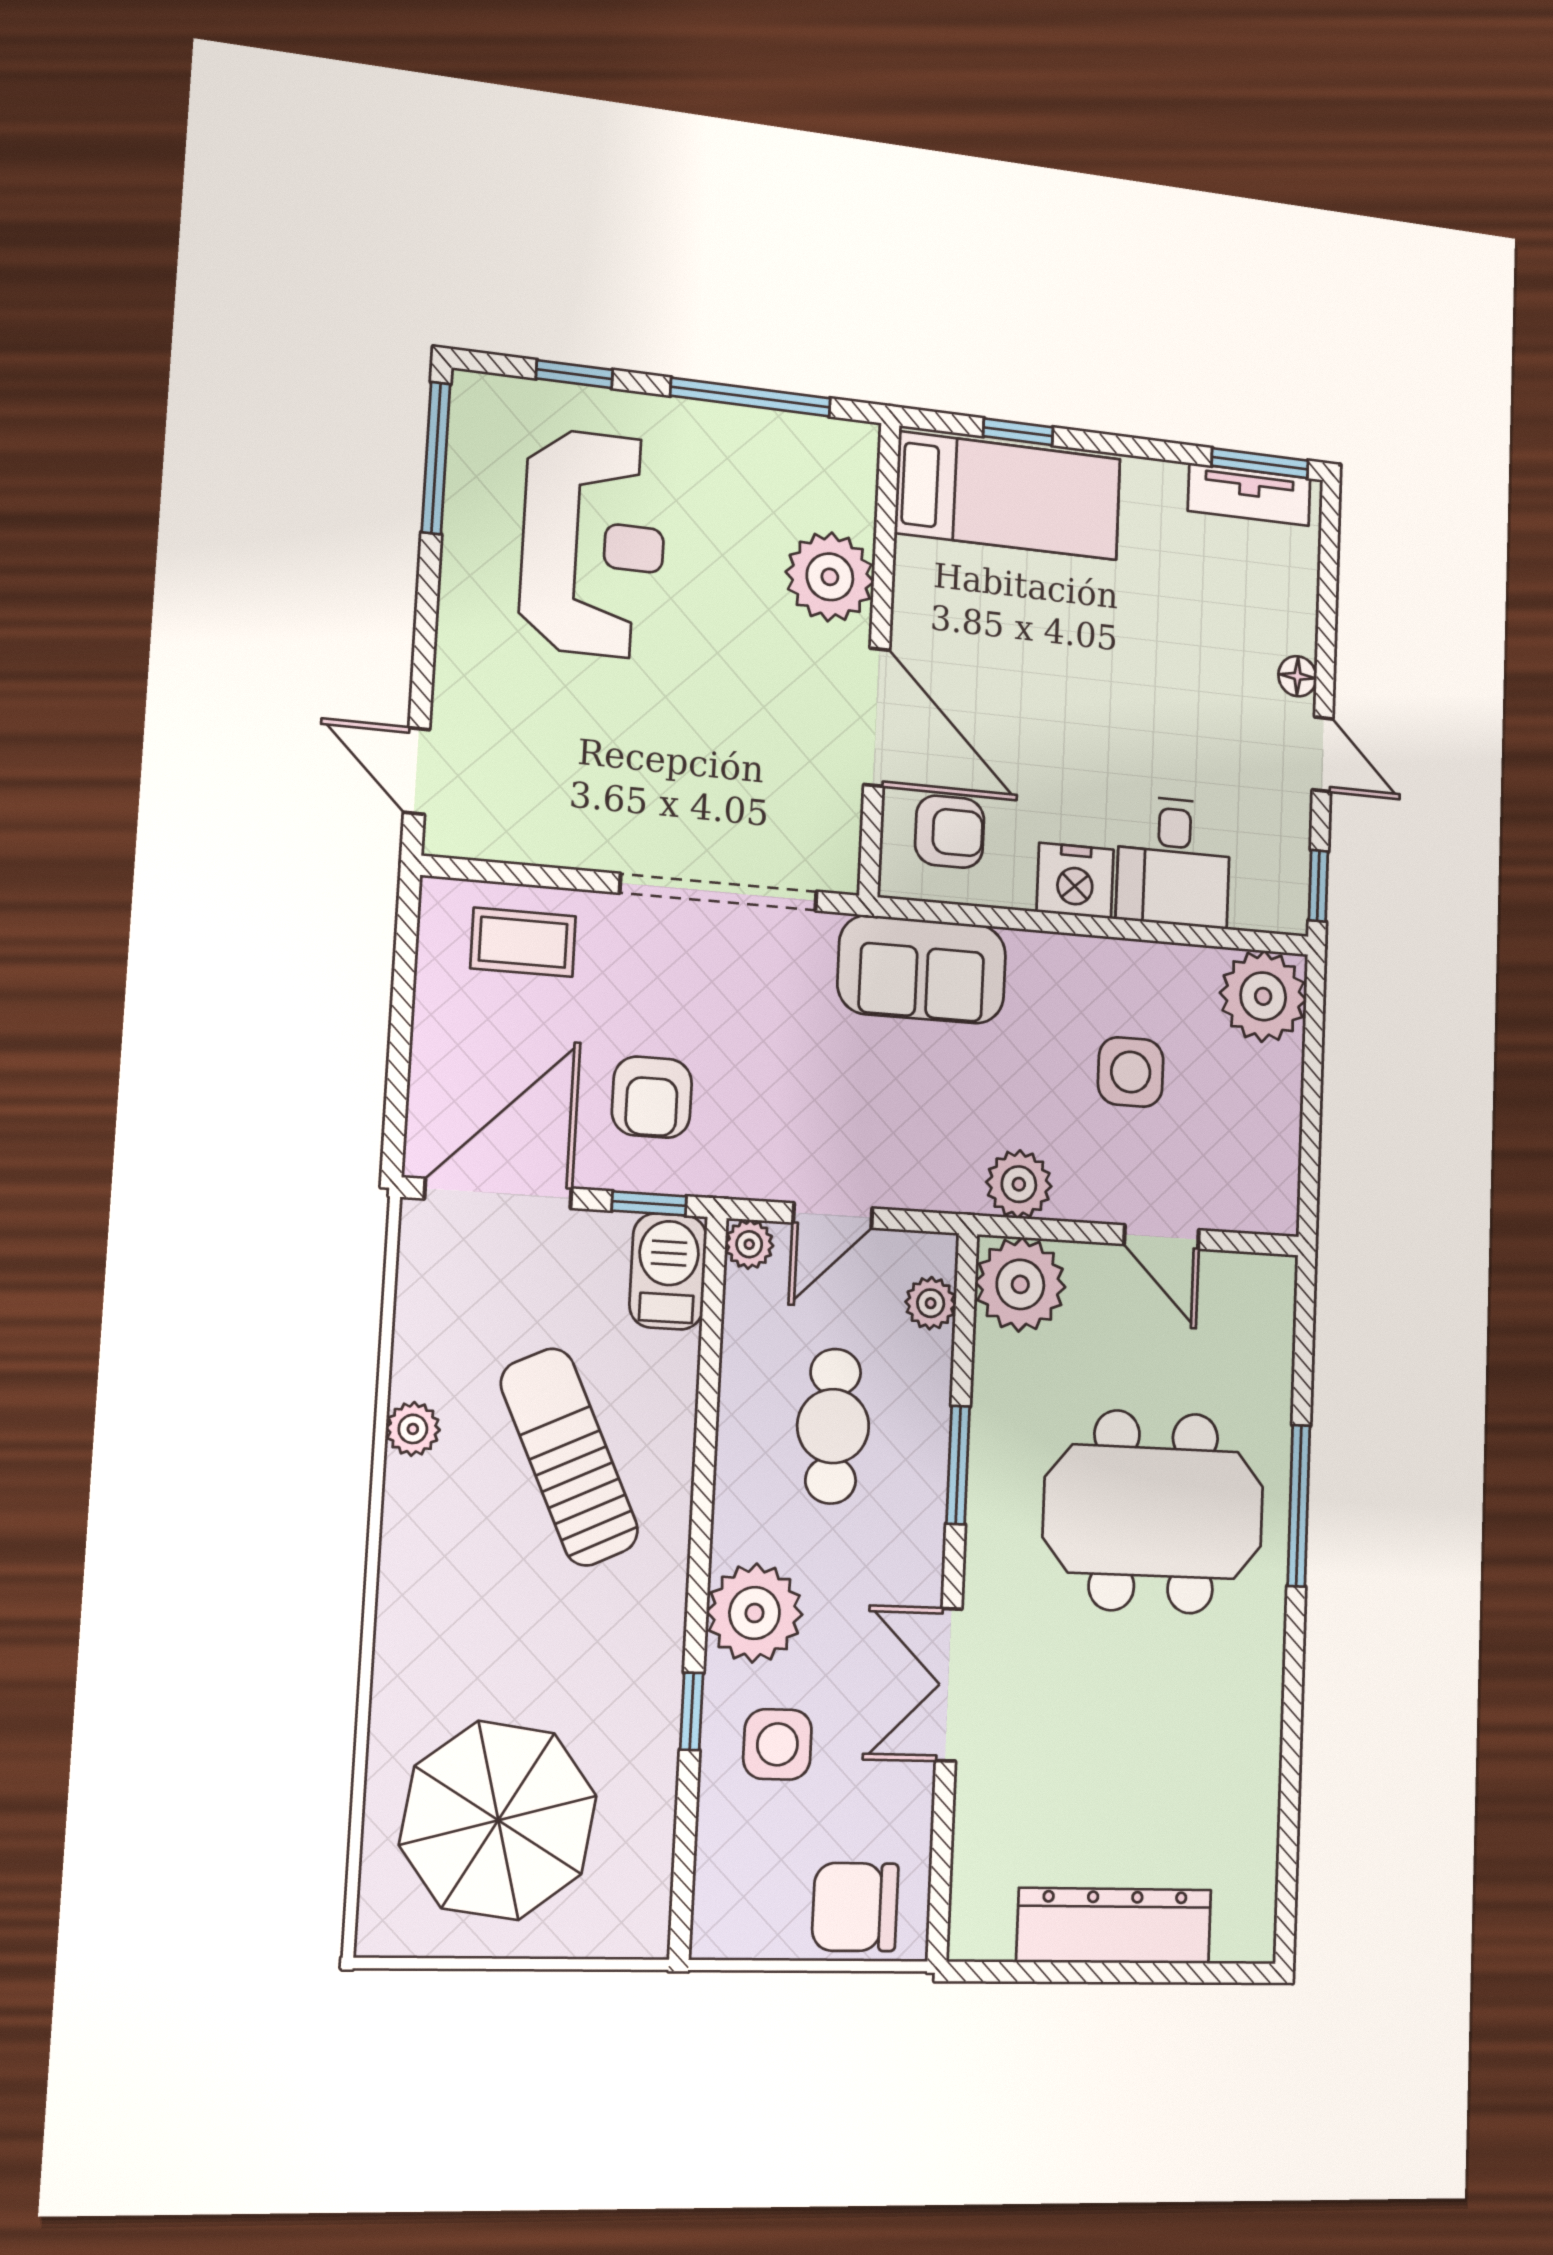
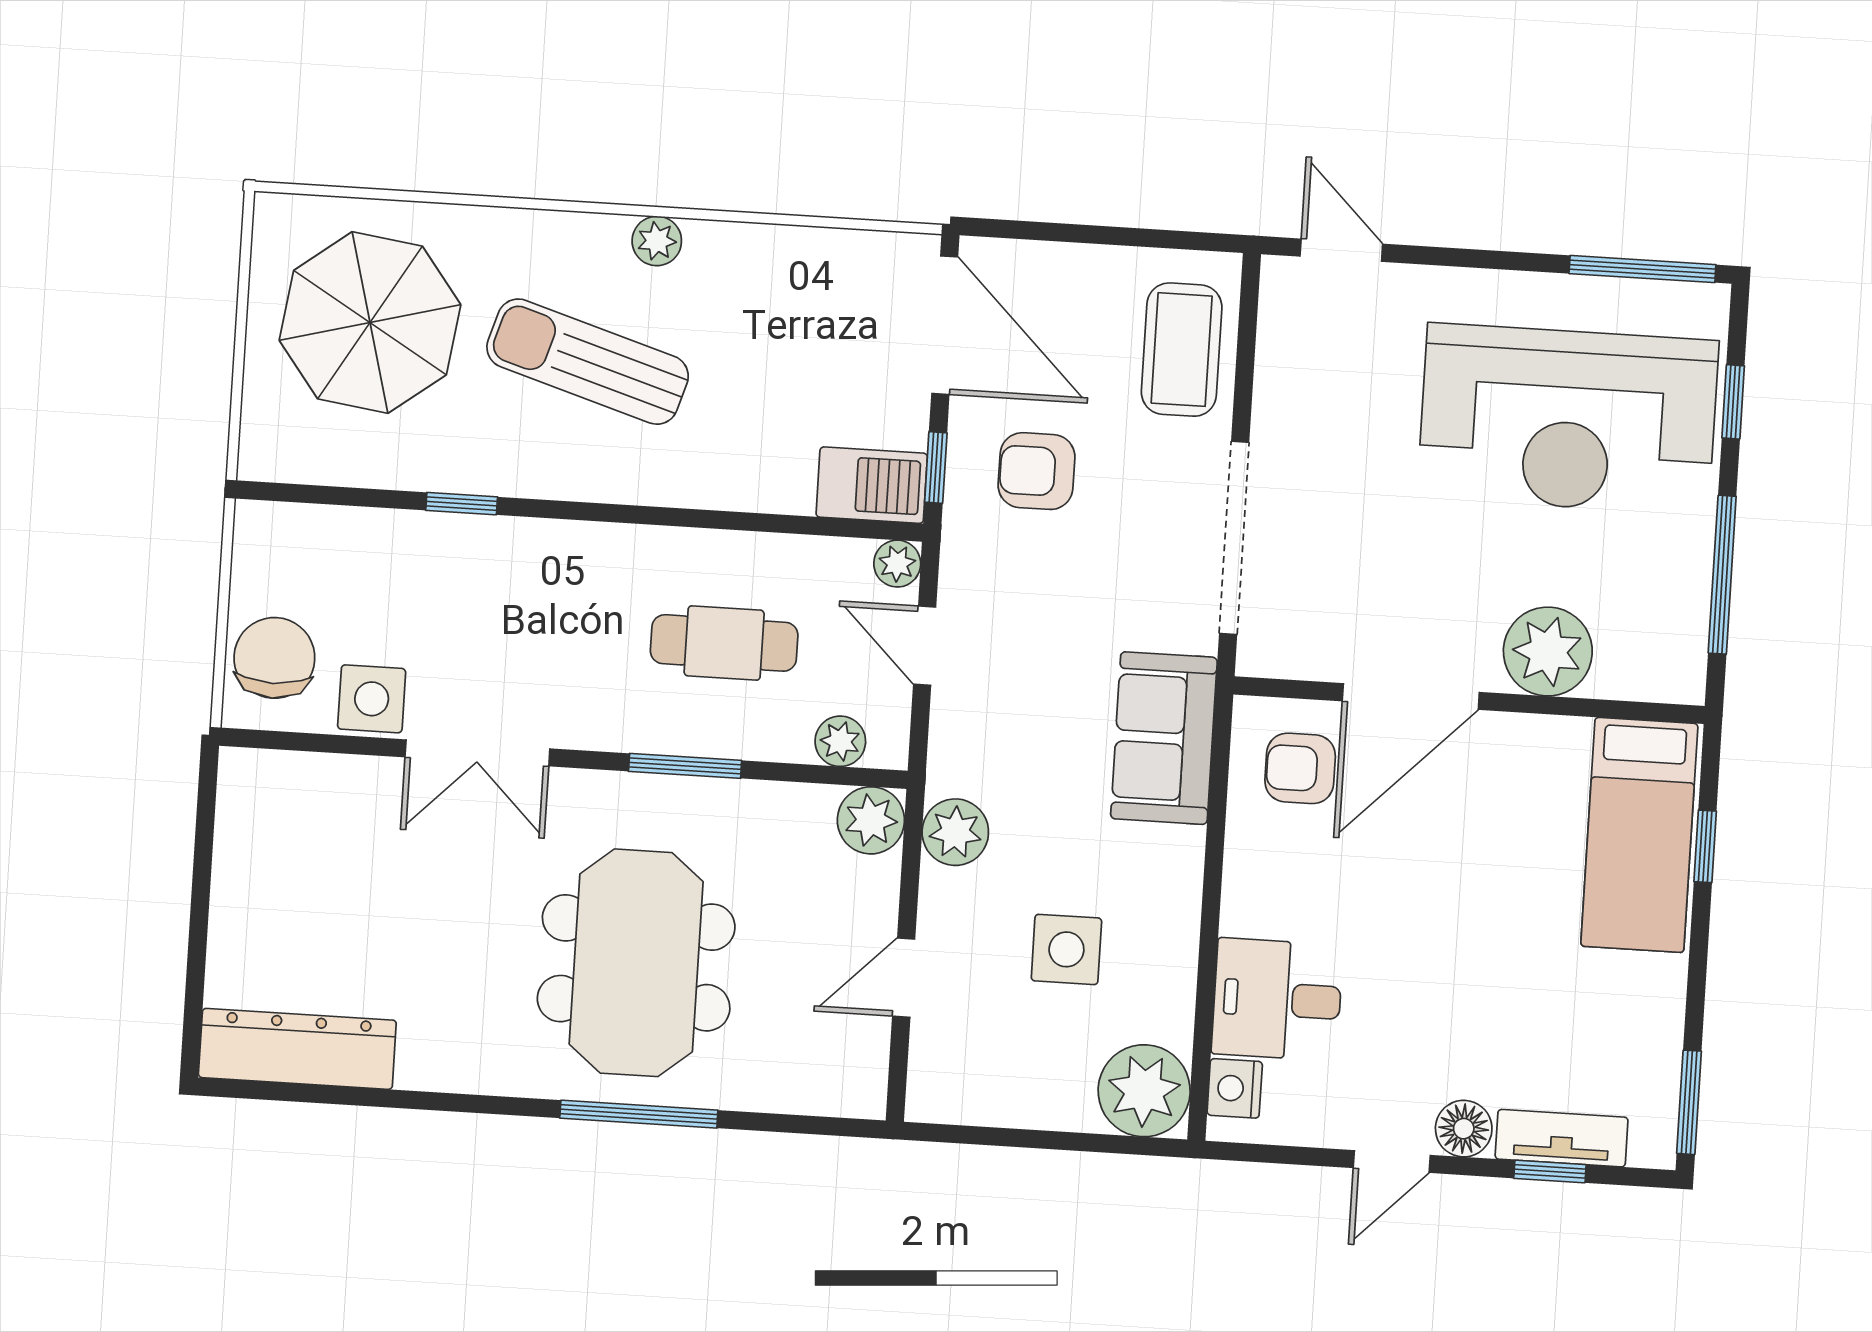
tv unit: (1249, 495) -> (1562, 1138), moved, turned 90
reception desk: (593, 544) -> (1568, 419), width x1.36, depth x1.30
floor lamp: (1297, 676) -> (1464, 1129), width x1.37, depth x1.37
door: (417, 771) -> (1341, 250), hinge flipped
armchair: (950, 832) -> (1300, 768), turned 90
nightstand: (1075, 881) -> (1235, 1088), moved, width x0.74, depth x0.75
window: (1318, 886) -> (1550, 1171), moved
coffee table: (523, 942) -> (1182, 350), width x1.36, depth x1.30
plant: (1020, 1284) -> (871, 820), width x0.73, depth x0.73
plant: (413, 1429) -> (657, 241), moved
sun lounger: (569, 1457) -> (588, 362), moved, turned -138
plant: (755, 1613) -> (551, 565), removed
double door: (949, 1685) -> (477, 753), swing flipped
side table: (777, 1744) -> (372, 699), moved
dresser: (1114, 1926) -> (297, 1049), moved, turned -90

